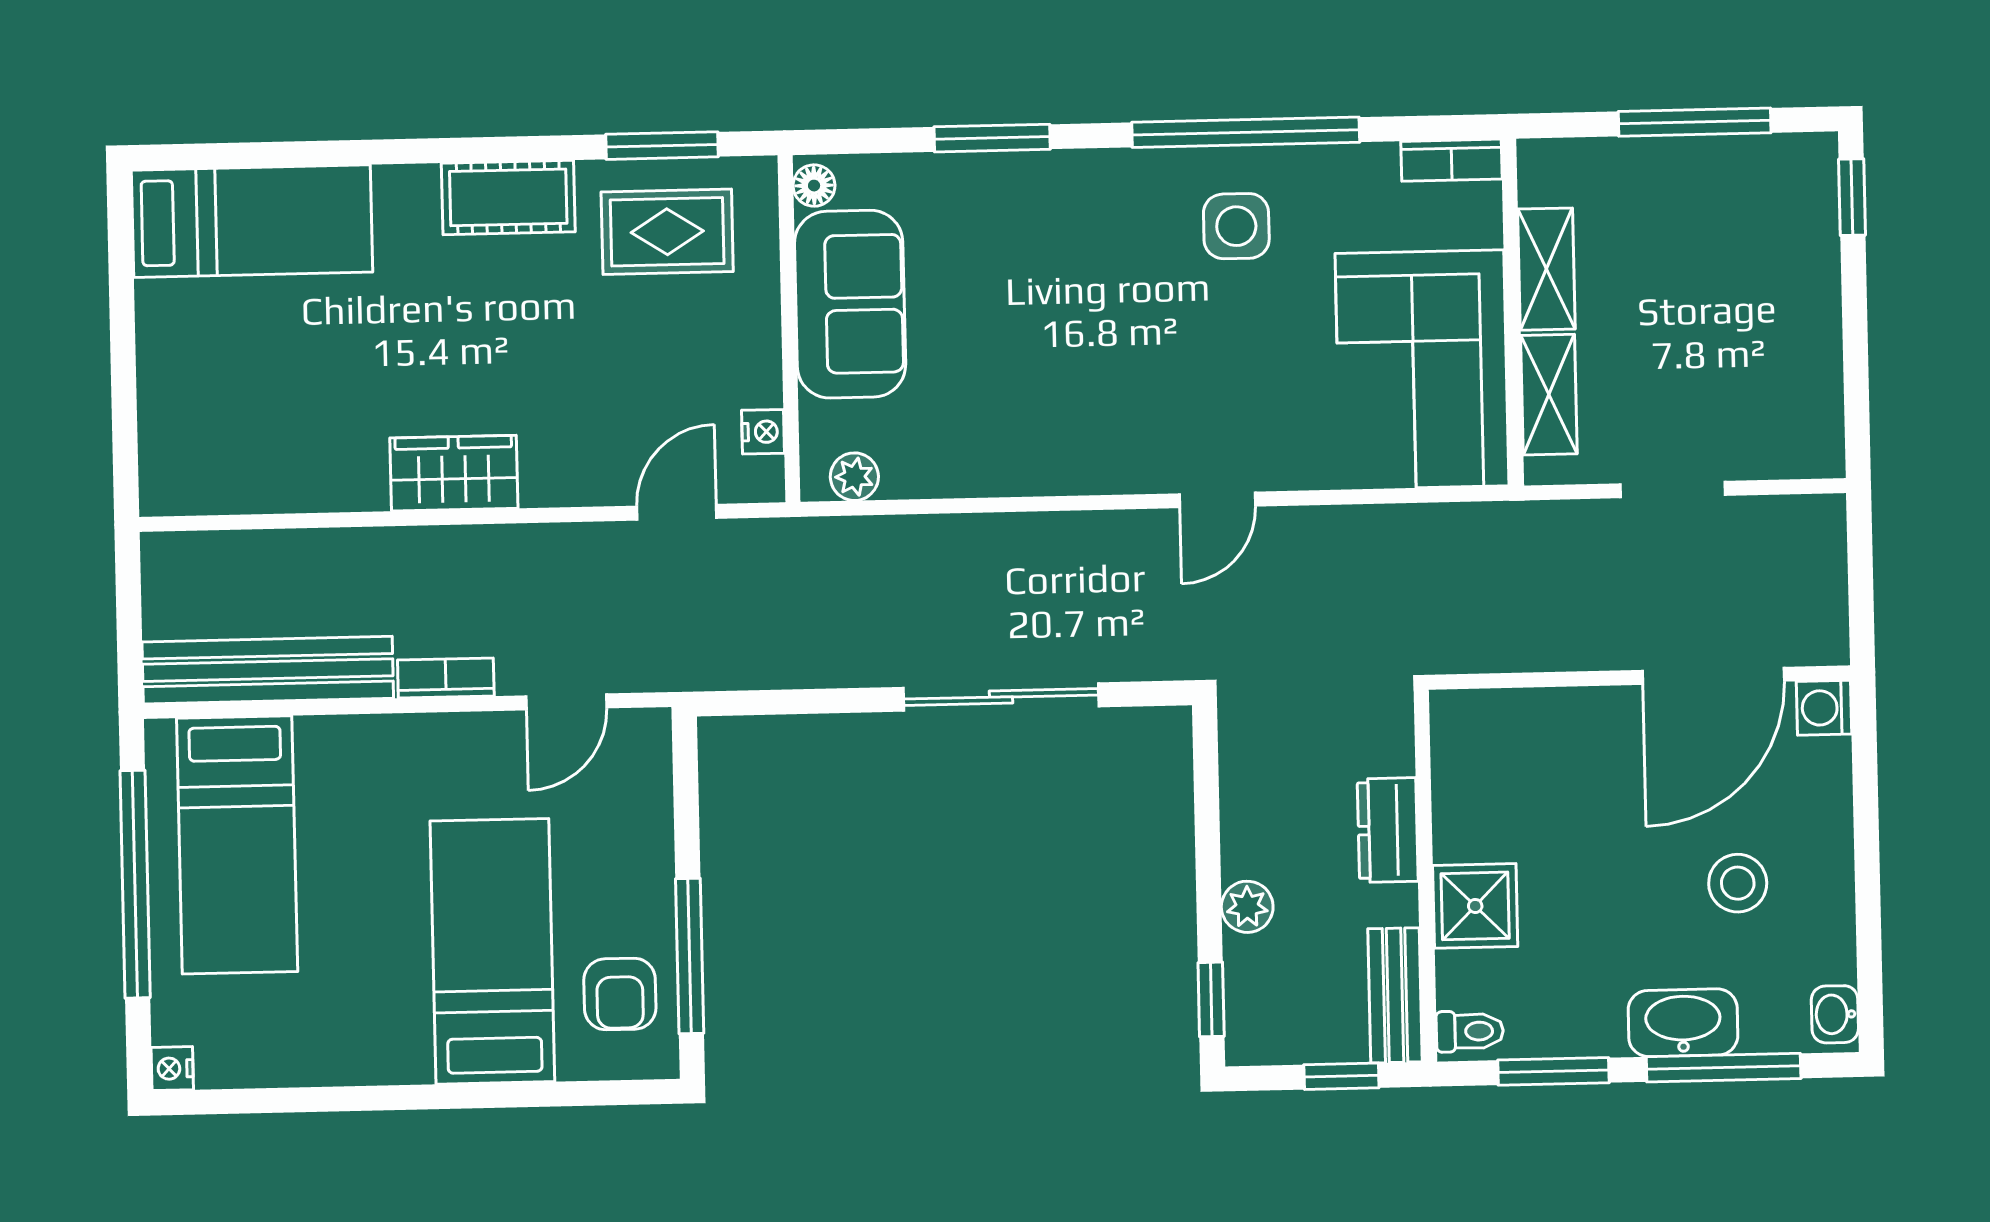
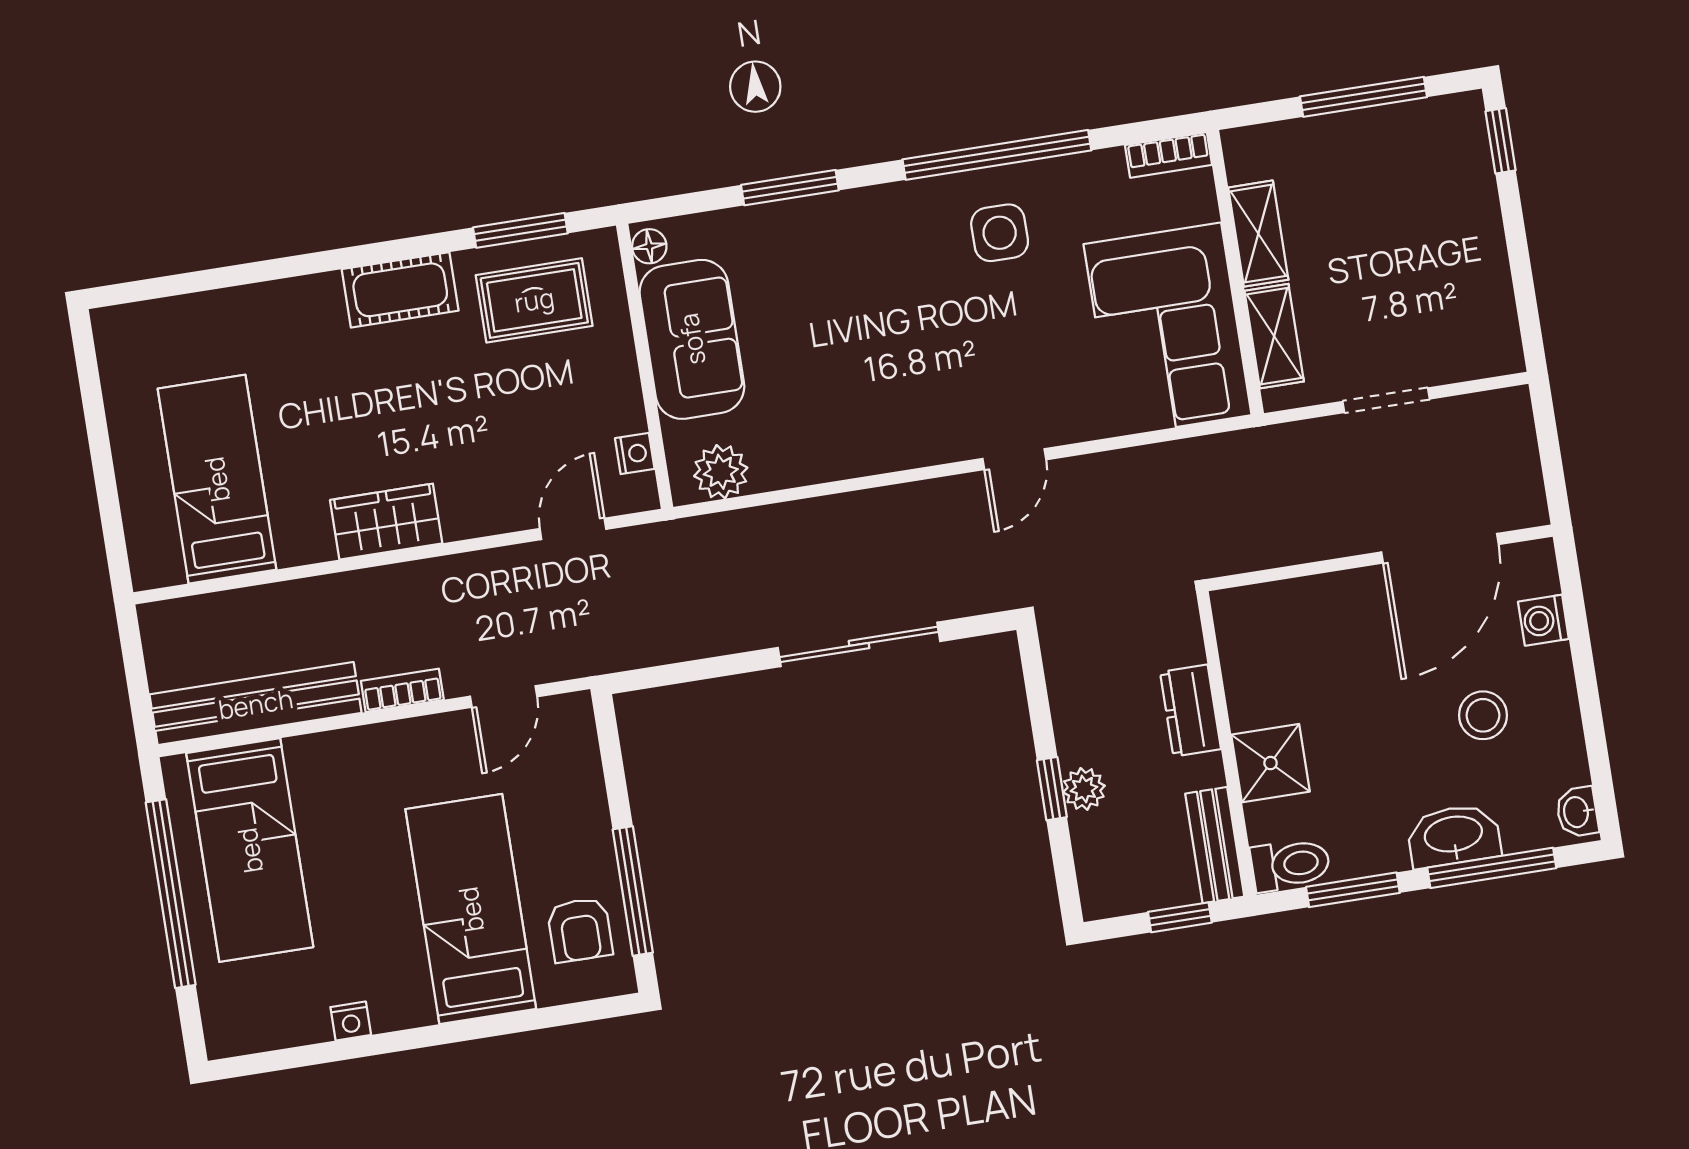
bed: (252, 221) -> (217, 479), moved, turned -90
plant: (854, 477) -> (721, 472), width x1.38, depth x1.38
washing machine: (1824, 708) -> (1543, 620), moved
window: (1211, 999) -> (1052, 789), moved
toilet: (1470, 1031) -> (1290, 865), width x1.37, depth x1.39
nightstand: (172, 1069) -> (351, 1021), moved, turned -90

